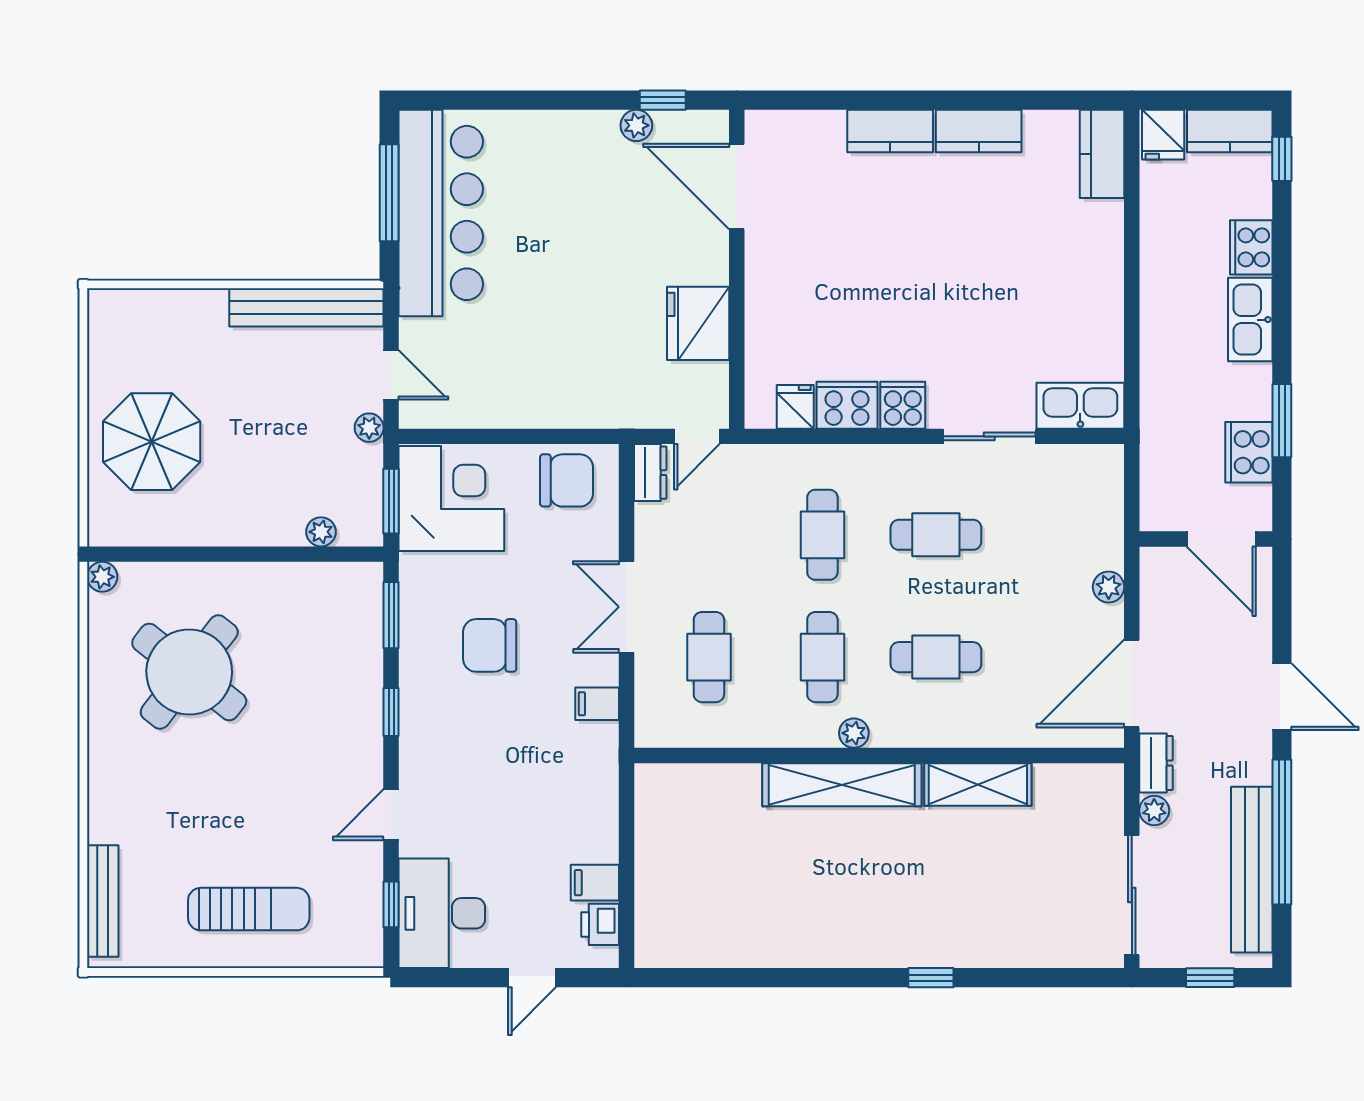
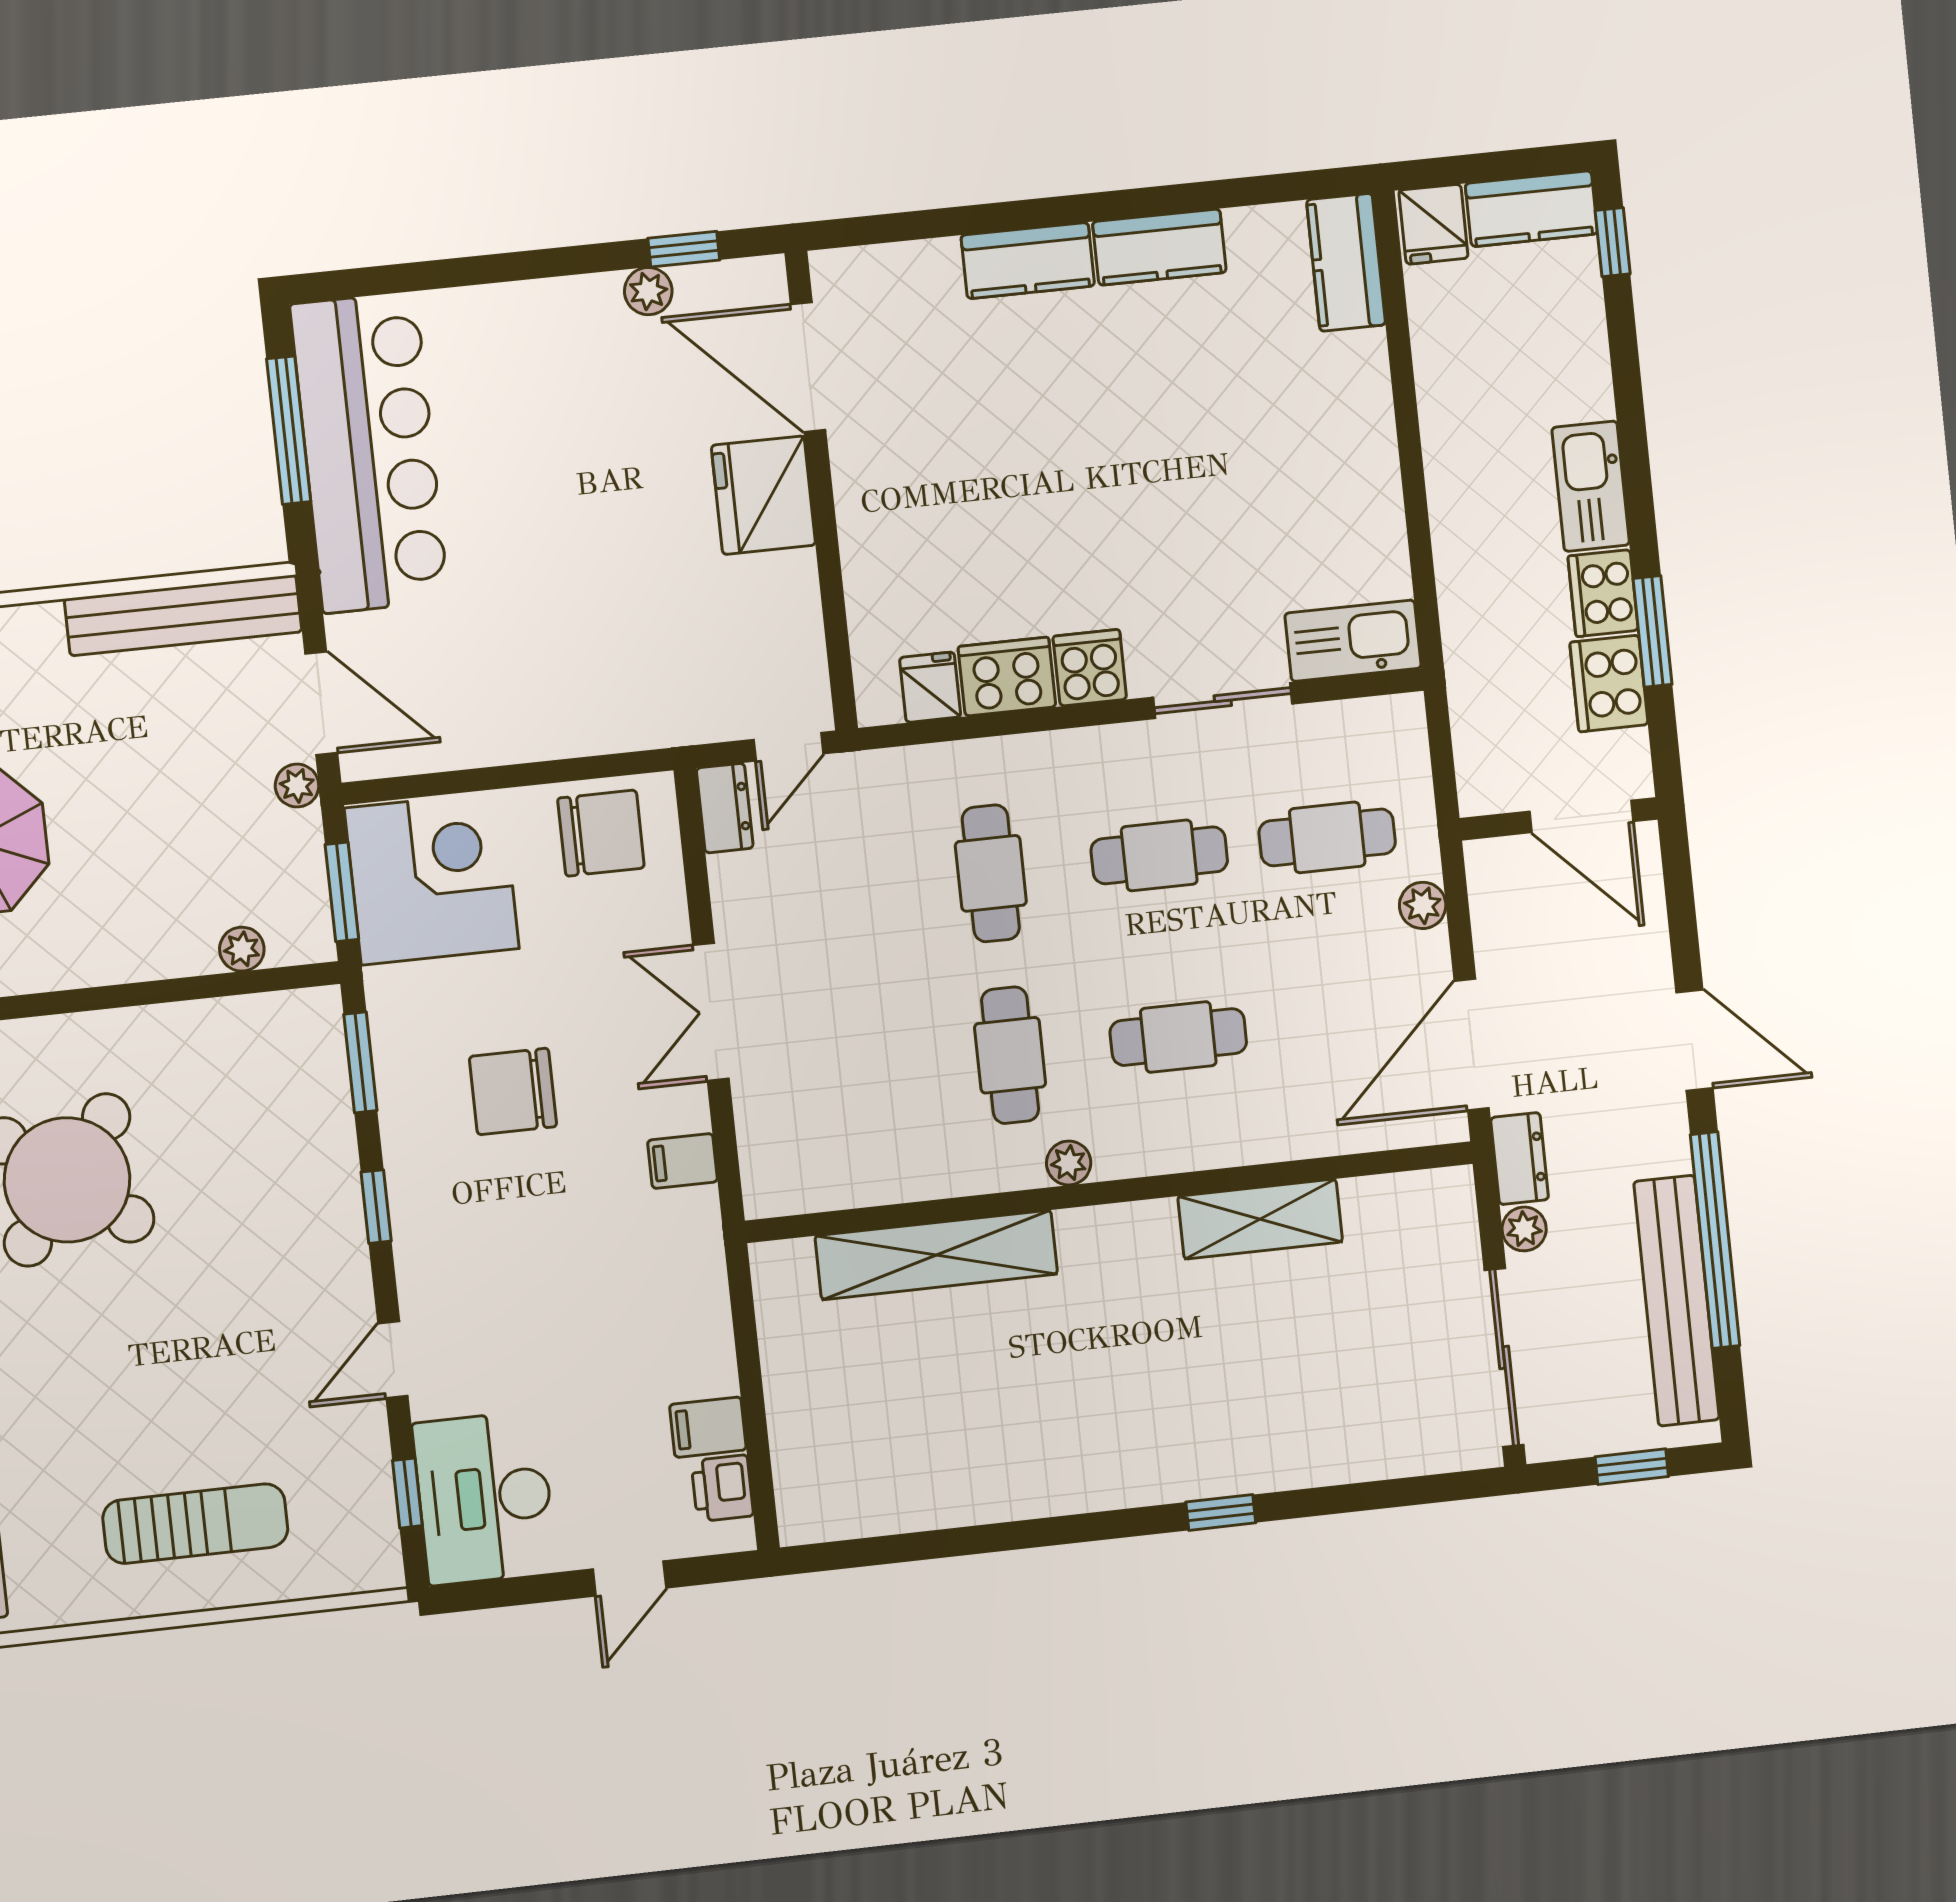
cooker: (1251, 247) -> (1603, 593), moved
fridge: (698, 323) -> (763, 495), moved
door: (391, 375) -> (321, 703), width x1.38
cafe table: (709, 657) -> (1327, 837), moved, turned 90
shelving: (842, 785) -> (936, 1255), moved

